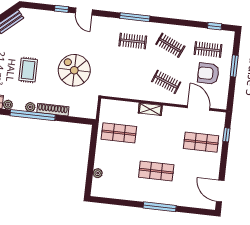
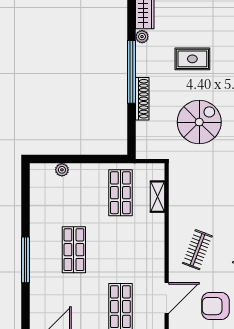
armchair: (208, 73) -> (215, 306), turned -90
plant: (30, 107) -> (142, 67), removed
shelving: (150, 109) -> (158, 197), moved

